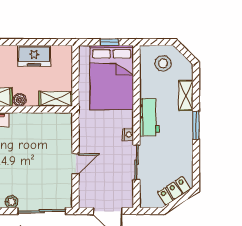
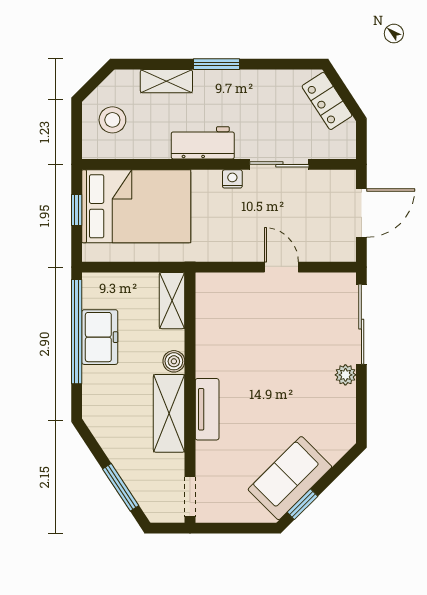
window: (37, 42) -> (77, 332), added

